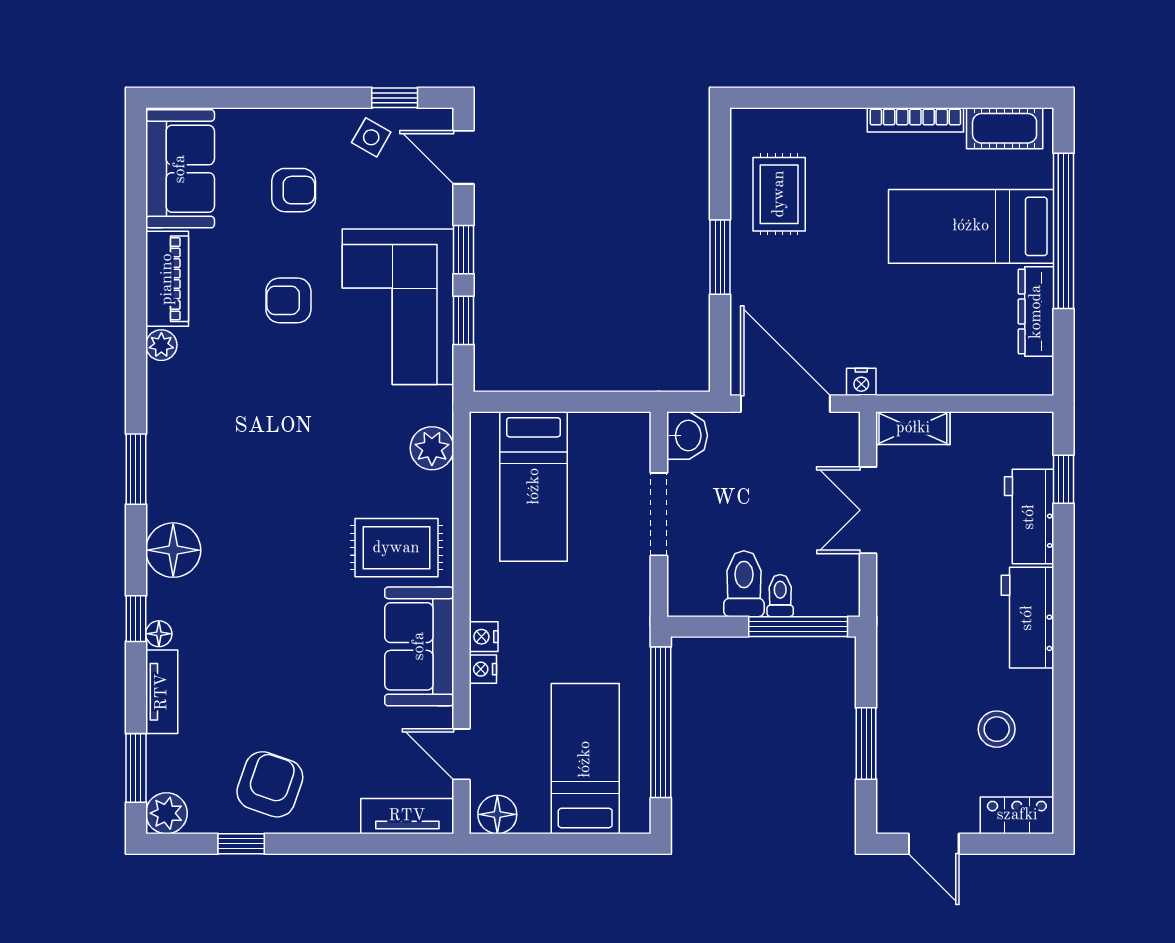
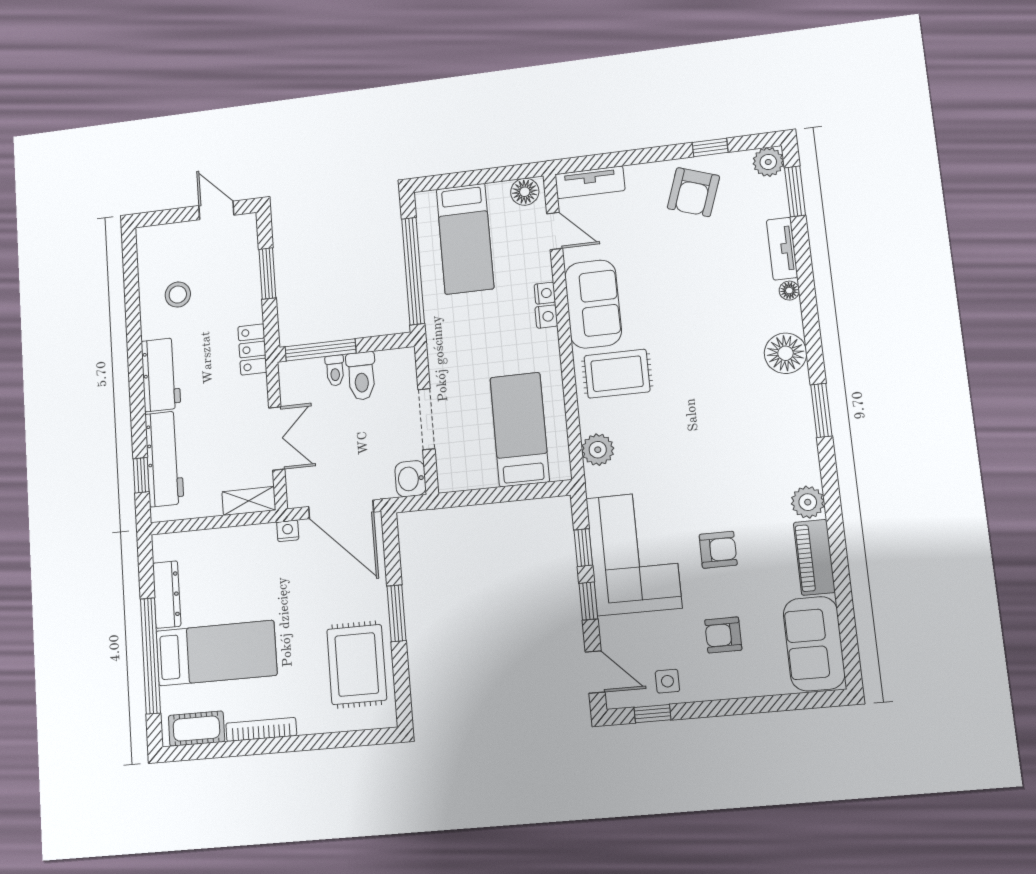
side table: (371, 137) -> (667, 681), turned -30
rug: (779, 194) -> (357, 665), width x1.36, depth x1.43
plant: (161, 345) -> (808, 502), width x1.38, depth x1.38
workbench: (1029, 517) -> (164, 459), width x1.37
window: (136, 619) -> (808, 300), removed
locker: (1017, 815) -> (252, 349), moved, turned 90

